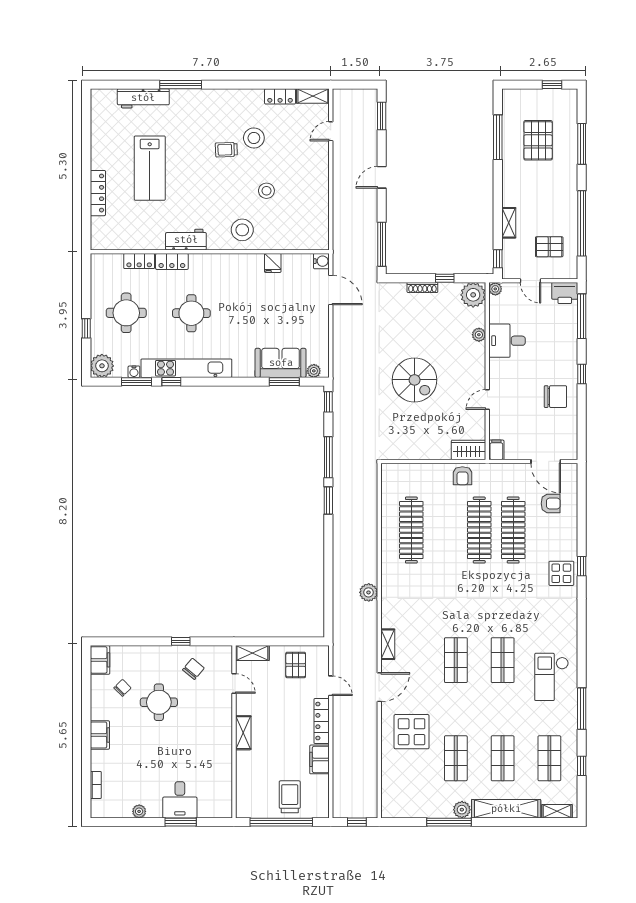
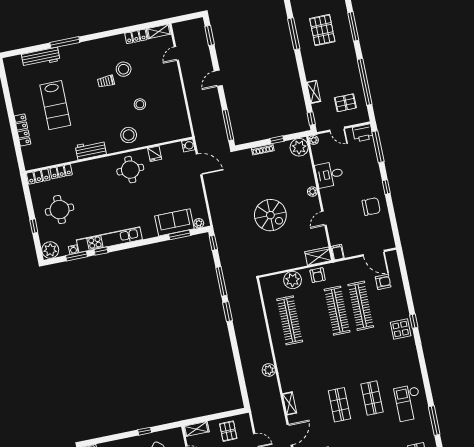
locker: (172, 261) -> (38, 177), moved
round table: (191, 313) -> (130, 170), moved
plant: (479, 335) -> (312, 192), moved
plant: (427, 475) -> (293, 280), added

